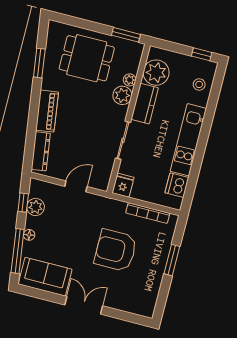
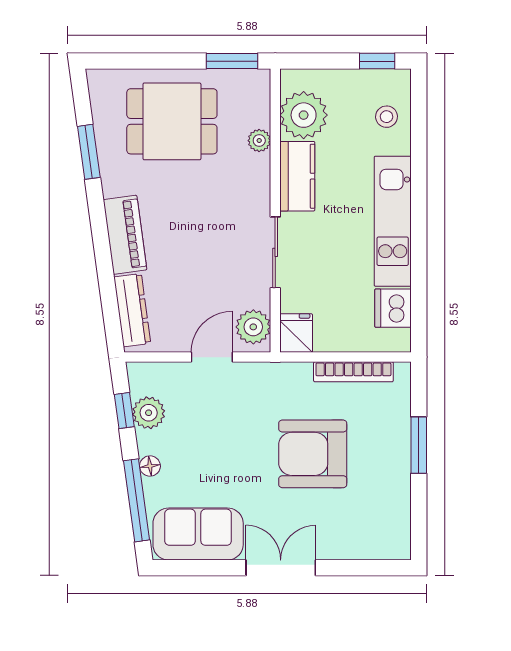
plant: (122, 95) -> (253, 327), moved

